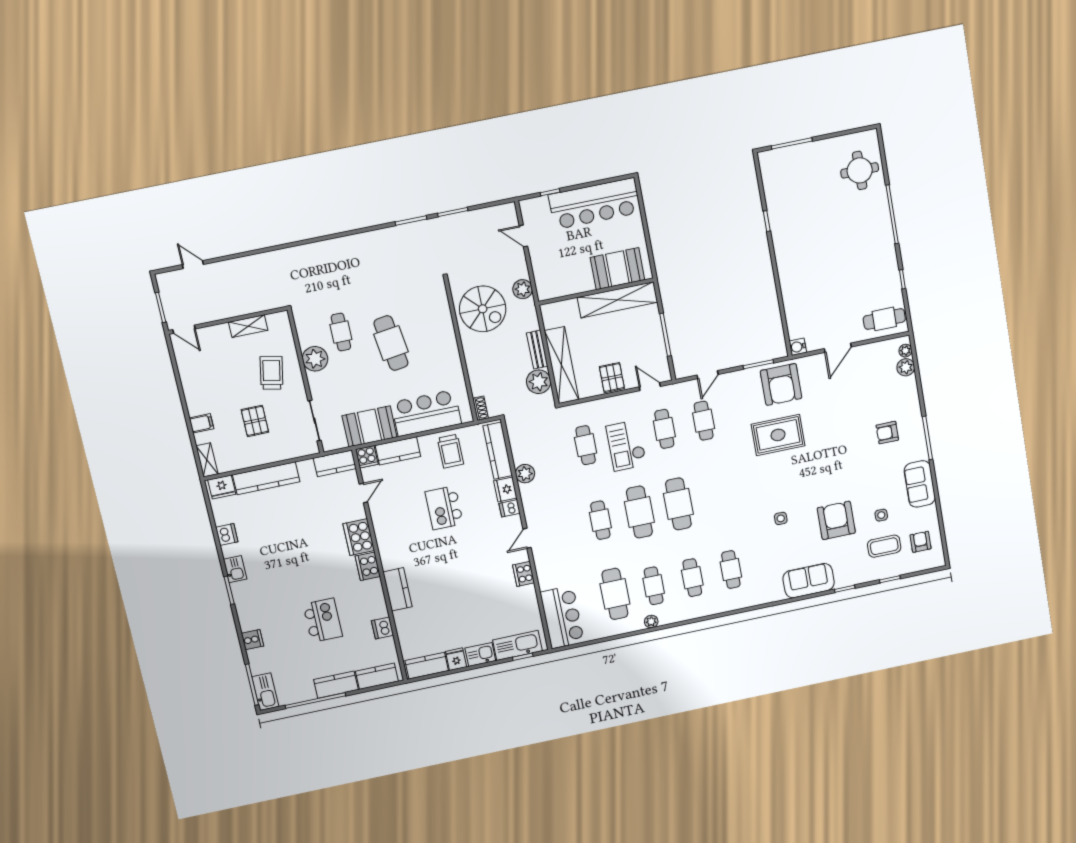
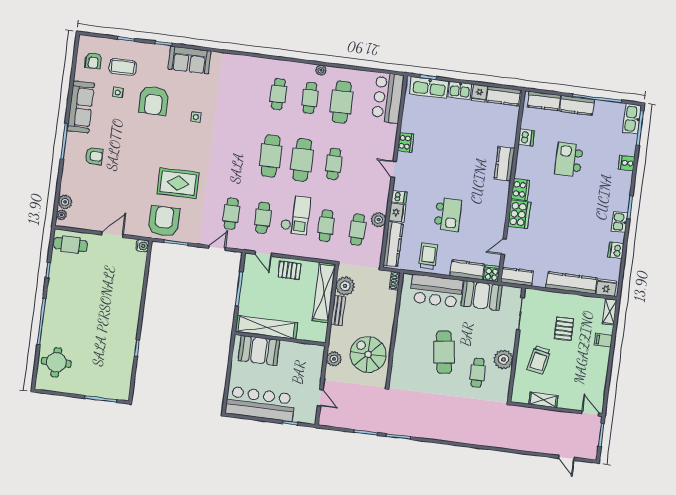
pallet: (612, 378) -> (290, 270), turned 90
sofa: (920, 484) -> (81, 107), width x1.36
door: (527, 538) -> (394, 169), swing flipped
cafe table: (731, 570) -> (358, 230), moved

